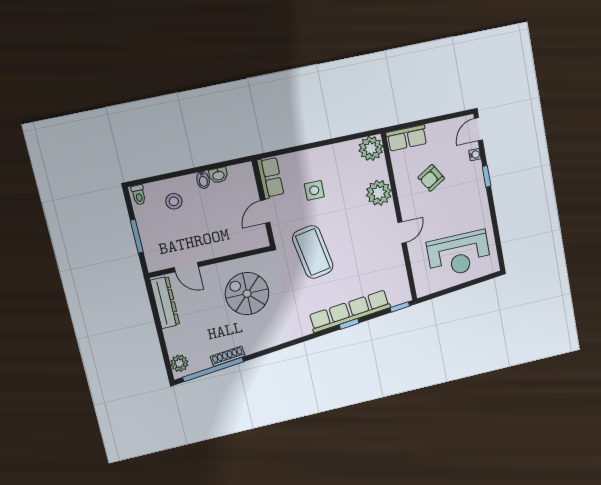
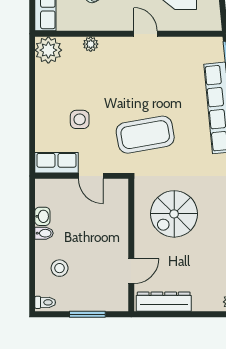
plant: (379, 193) -> (91, 44), width x0.53, depth x0.53

